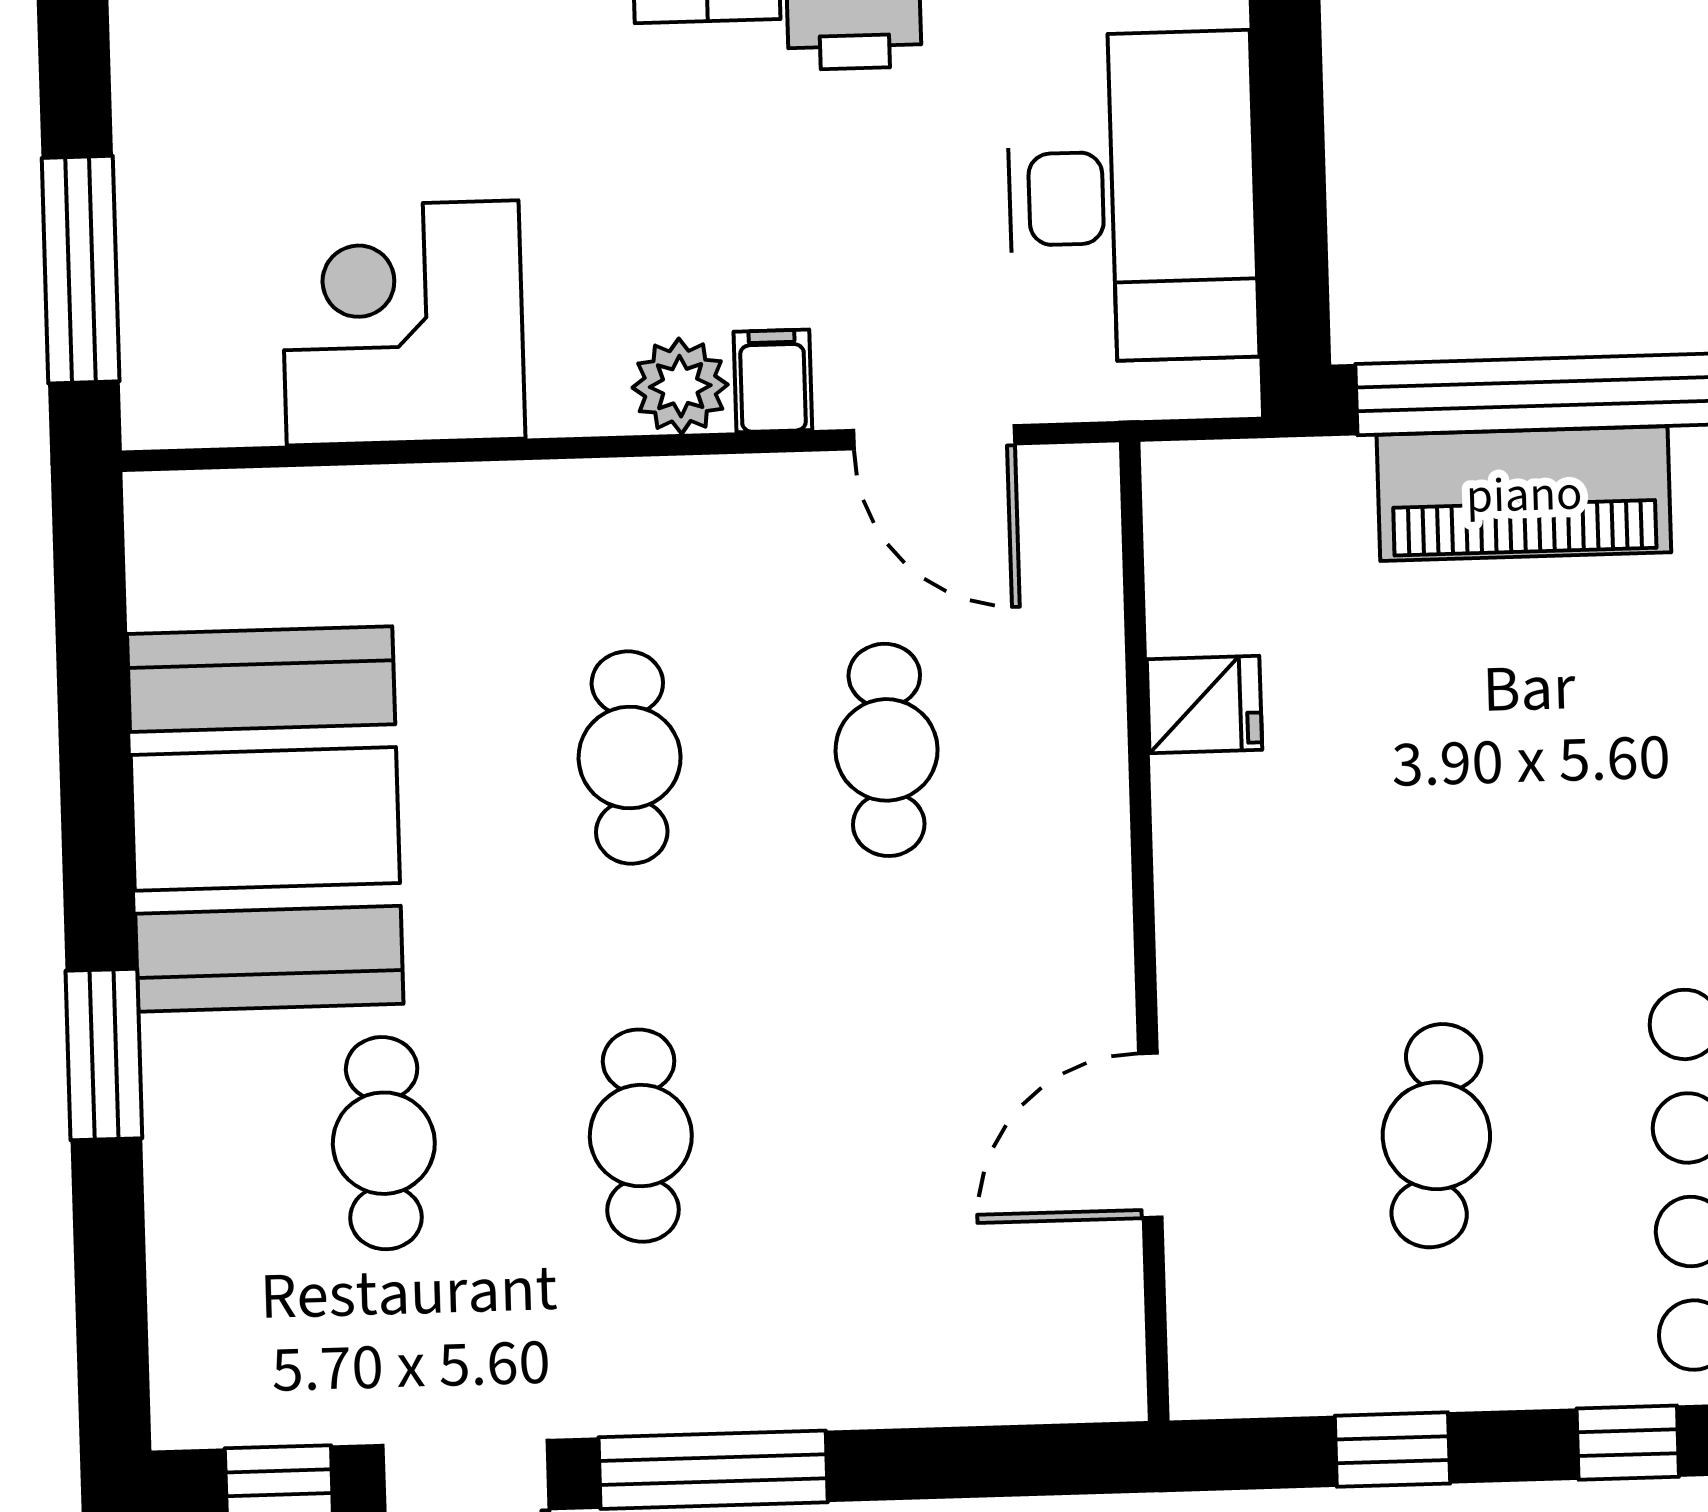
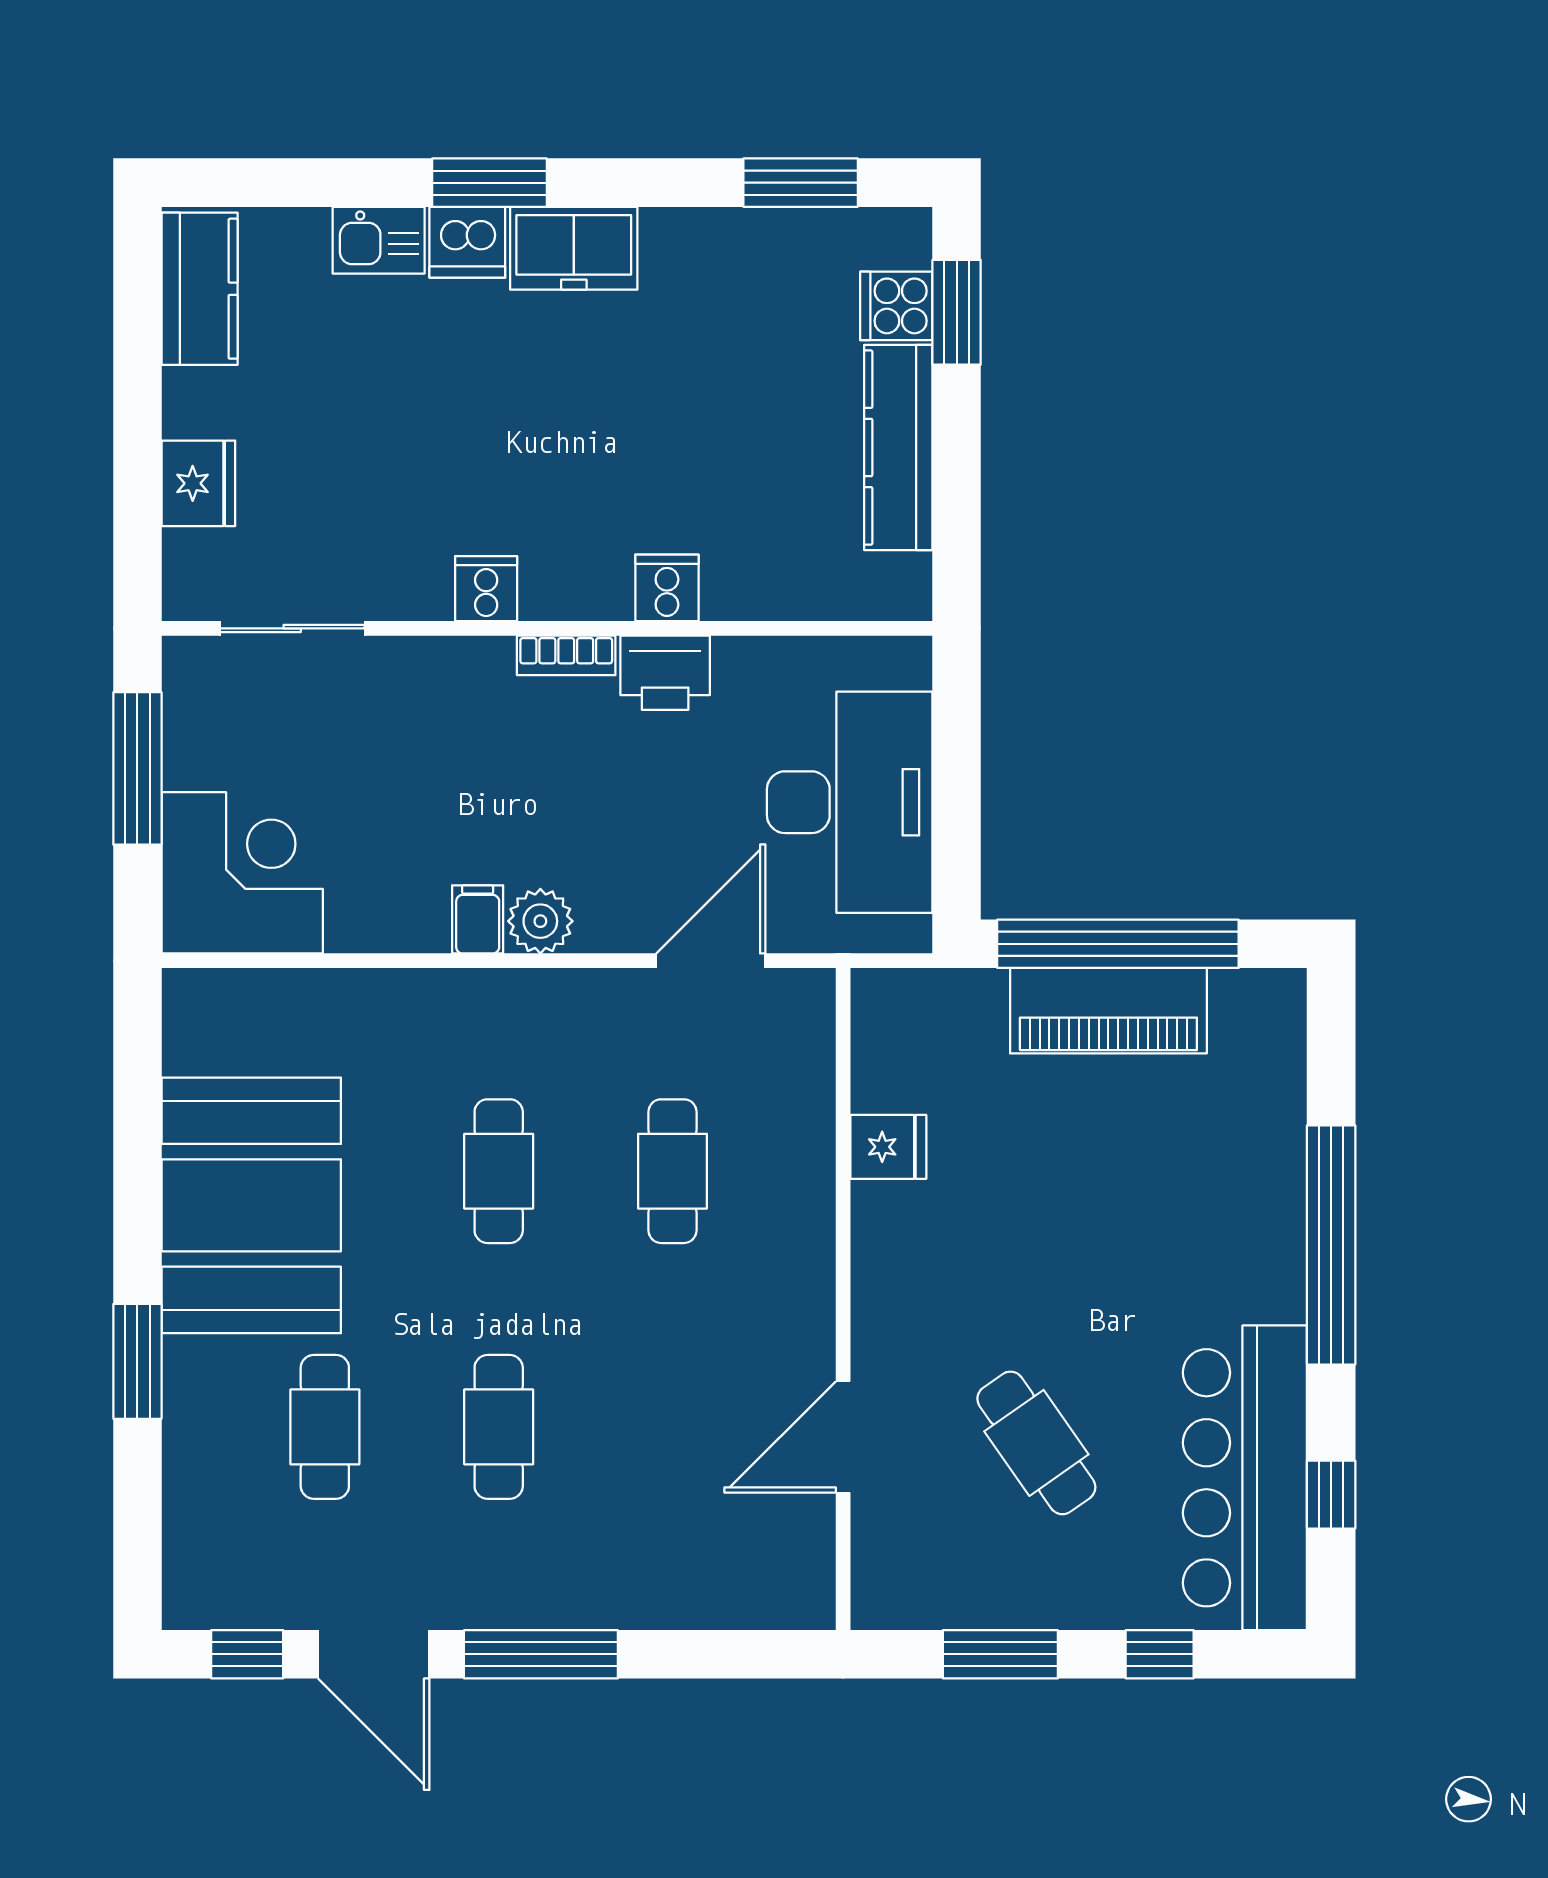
window: (81, 270) -> (137, 768), moved
corner desk: (403, 323) -> (242, 873), moved, turned 90
filing cabinet: (773, 381) -> (478, 919), moved
door: (934, 437) -> (711, 961), swing flipped
cafe table: (1436, 1136) -> (1036, 1443), turned -42
window: (1392, 1450) -> (1000, 1654), width x1.50

